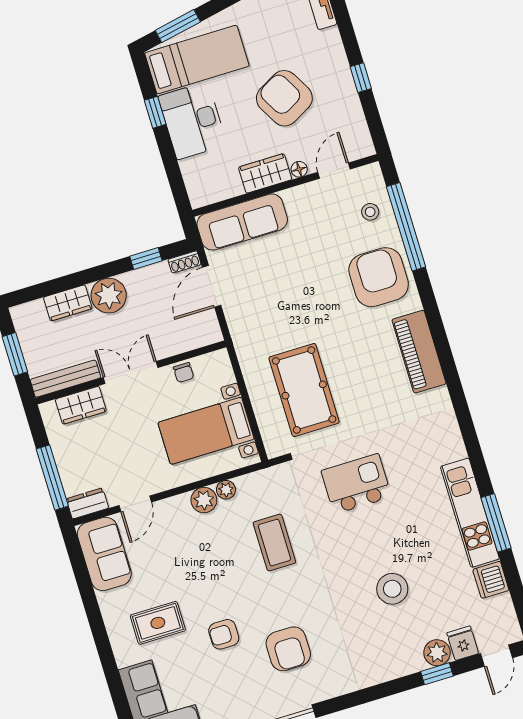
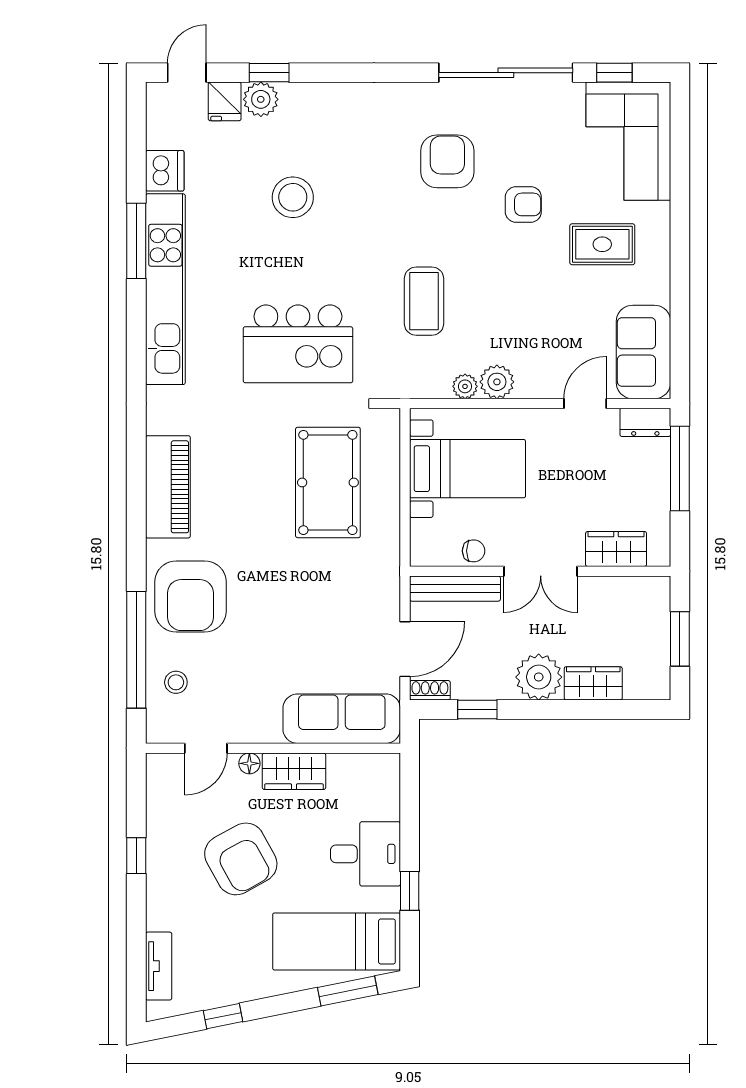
desk: (193, 121) -> (366, 854), width x0.73
chair: (184, 373) -> (474, 551), turned 90
bench: (65, 379) -> (455, 589), moved
kitchen island: (356, 484) -> (298, 344), width x1.37, depth x1.28
kitchen unit: (470, 513) -> (165, 289), width x1.36

